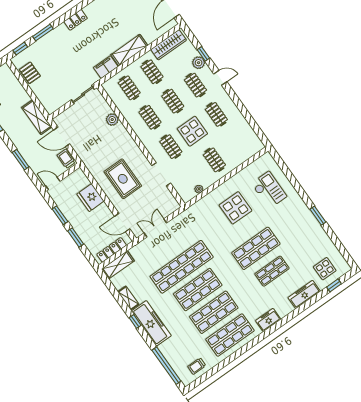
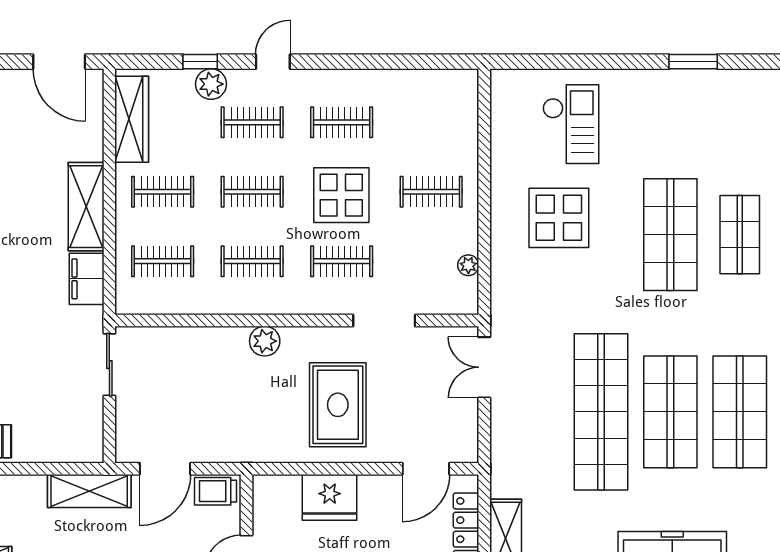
plant: (112, 120) -> (265, 341), moved
rug: (123, 179) -> (338, 405), turned 90
checkout: (269, 190) -> (571, 124), turned 90
double door: (155, 228) -> (484, 367), moved

